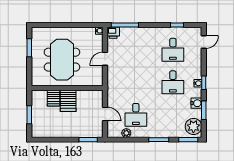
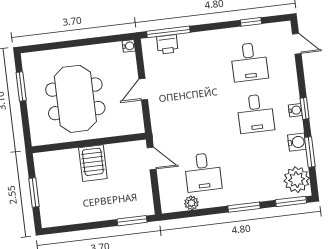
printer: (113, 33) -> (167, 44), moved
door: (204, 42) -> (297, 44), hinge flipped
server rack: (54, 98) -> (69, 162), removed
door: (105, 114) -> (152, 158), moved

